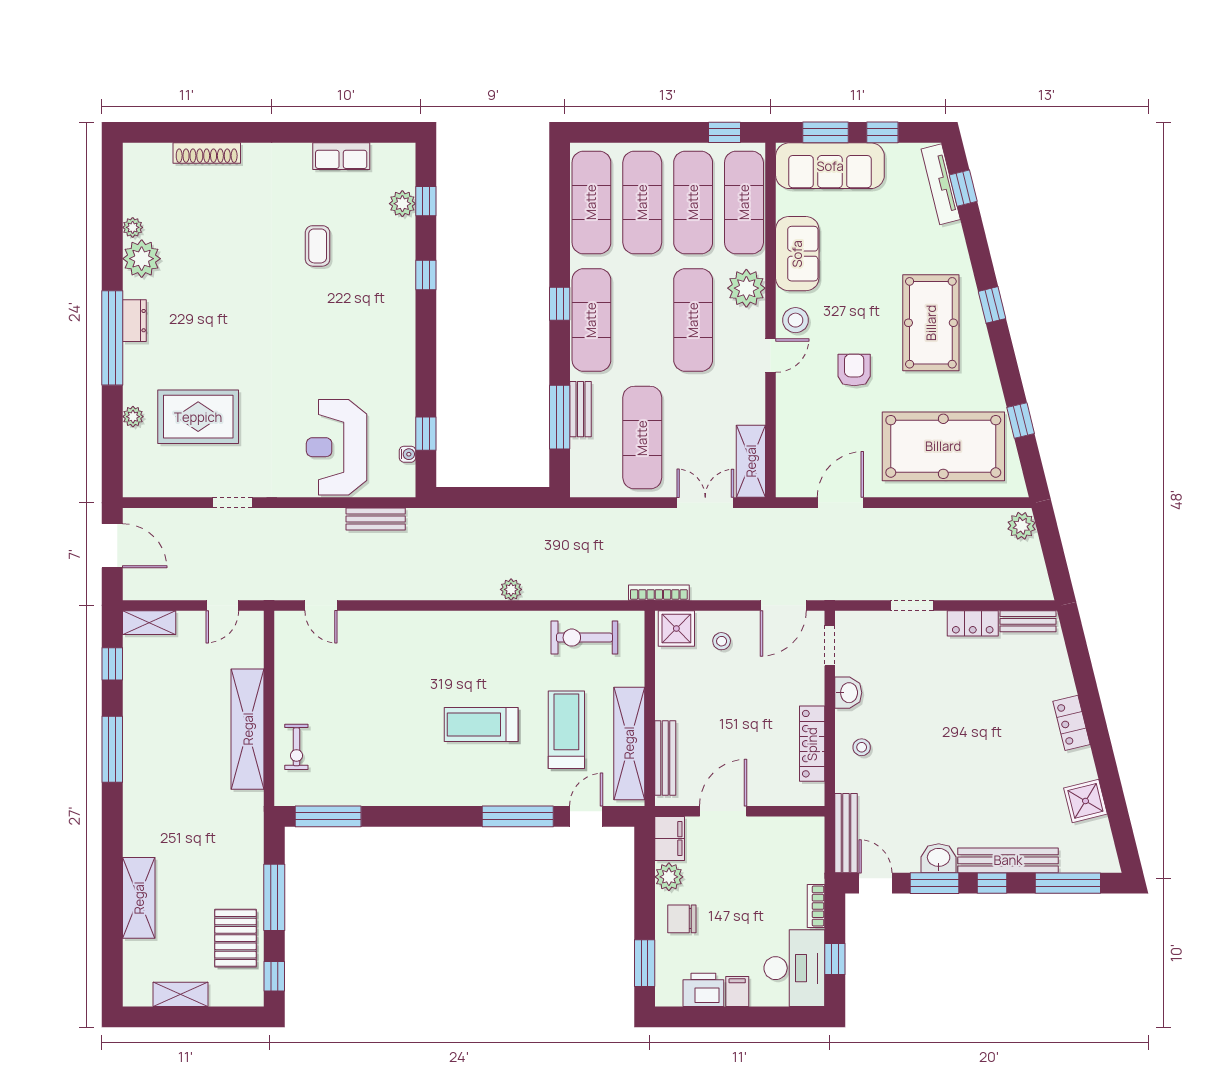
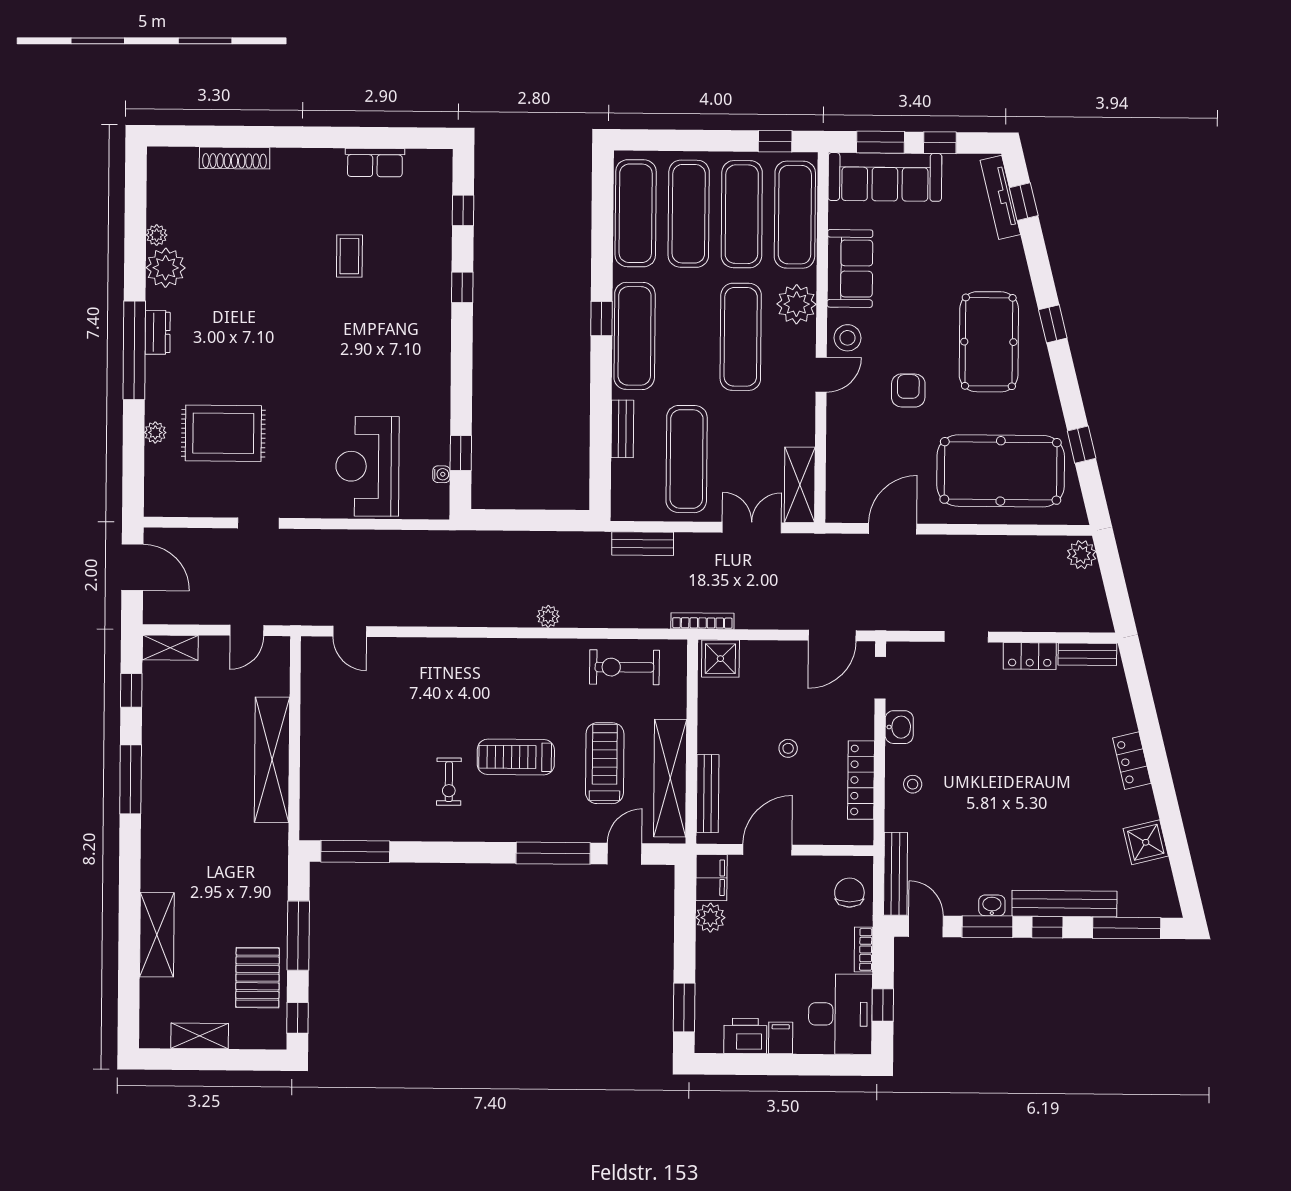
plant: (402, 204) -> (438, 213), removed
window: (560, 417) -> (601, 437), removed
bench: (376, 519) -> (643, 544), moved
stool: (722, 641) -> (788, 748), moved
exercise bike: (296, 747) -> (449, 782), moved
washbasin: (939, 858) -> (992, 905), width x0.72, depth x0.69
chair: (682, 919) -> (849, 893), moved, turned 90

